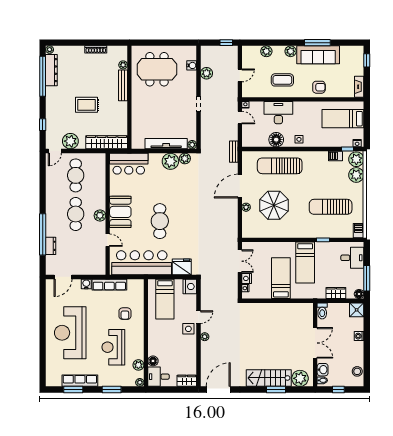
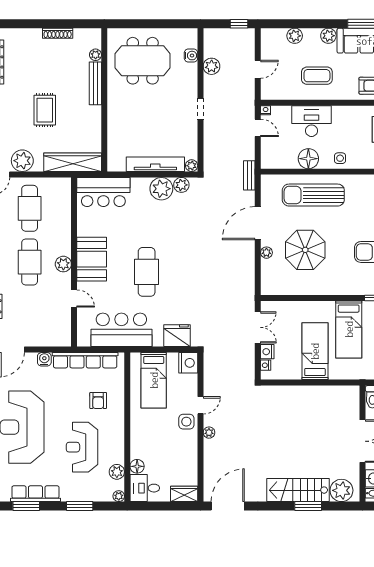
rug: (87, 105) -> (45, 110), turned 90
bar counter: (142, 263) -> (121, 330), width x0.73
row of seats: (109, 285) -> (85, 360), width x1.36

